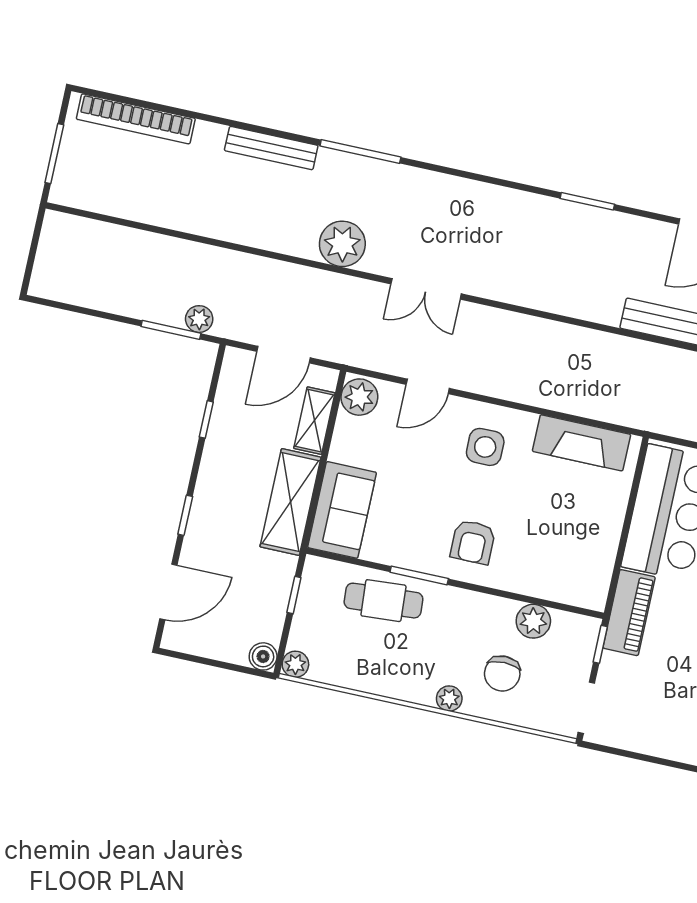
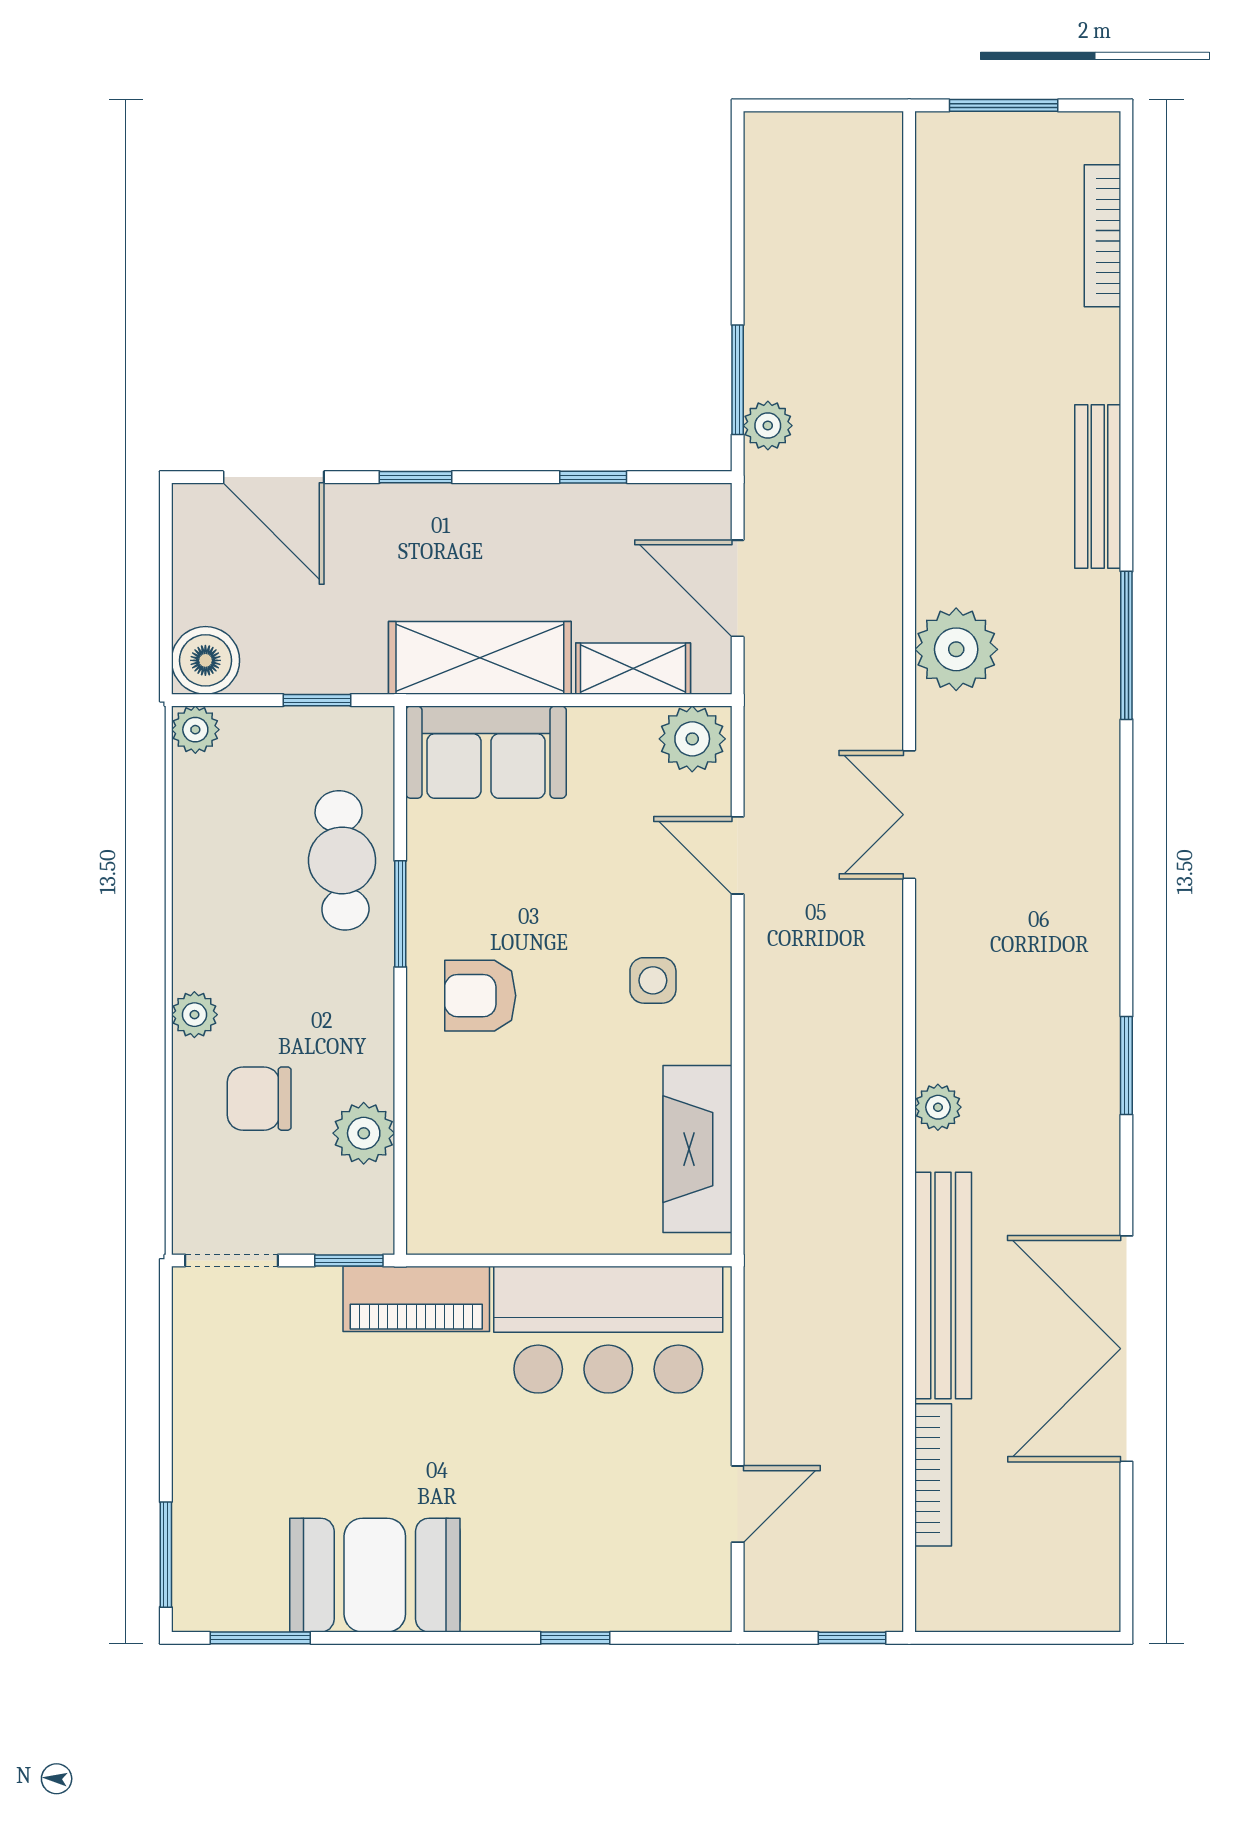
bookcase: (136, 119) -> (1103, 236), width x0.68, depth x0.76
plant: (587, 308) -> (938, 1107), added
side table: (485, 447) -> (653, 980), width x0.73, depth x0.73
boiler: (263, 656) -> (205, 660), width x1.36, depth x1.36

